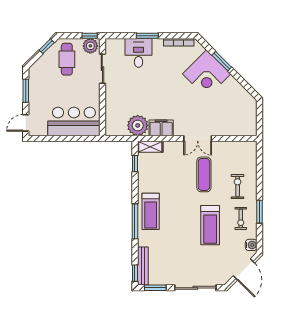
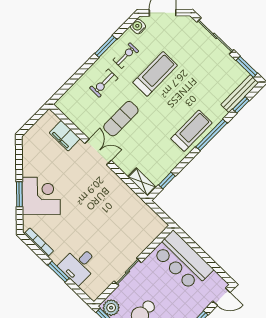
sliding door: (102, 69) -> (128, 272), moved
plant: (138, 125) -> (135, 208), removed
filing cabinet: (161, 128) -> (65, 136), moved
window: (135, 273) -> (241, 105), moved

